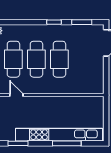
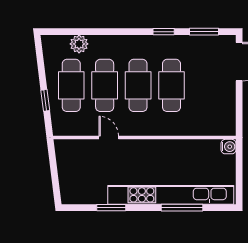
water cooler: (99, 101) -> (229, 147), added

